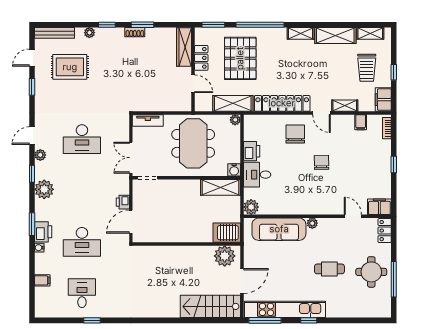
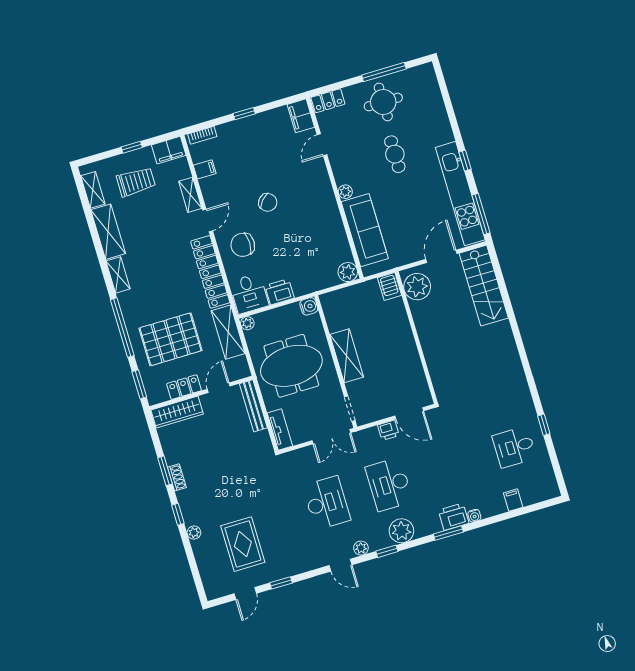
bench: (55, 33) -> (253, 406), moved
door: (32, 58) -> (245, 594), hinge flipped
chair: (322, 162) -> (268, 202), turned -137
desk: (257, 175) -> (249, 294), moved
shelving: (220, 187) -> (347, 356), moved
server rack: (227, 233) -> (390, 286), width x0.73, depth x0.70
desk: (82, 242) -> (389, 484), moved, turned 180
door: (242, 281) -> (441, 256), hinge flipped

